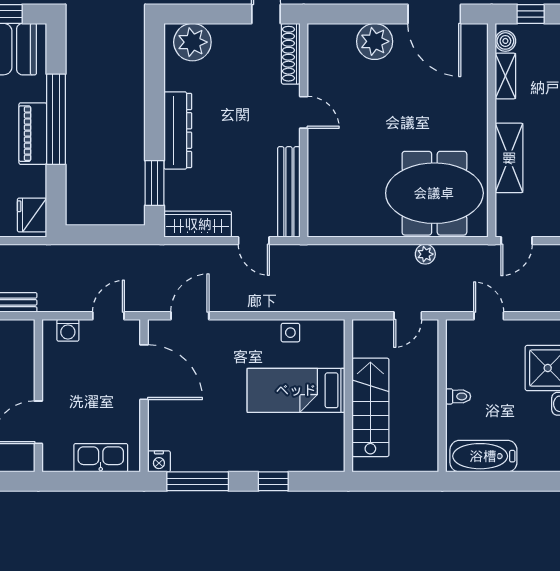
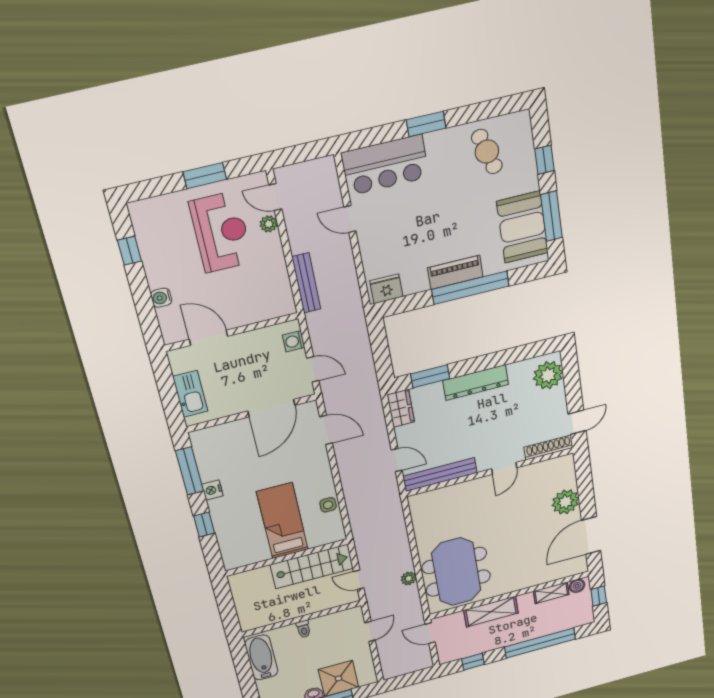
wardrobe: (198, 224) -> (401, 408), width x0.67
door: (254, 241) -> (397, 460), swing flipped
stairs: (370, 407) -> (312, 566), moved
nightstand: (159, 461) -> (212, 490), moved

